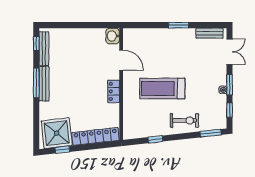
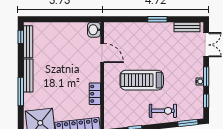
window: (36, 83) -> (21, 92), moved
locker: (114, 91) -> (95, 94), moved

